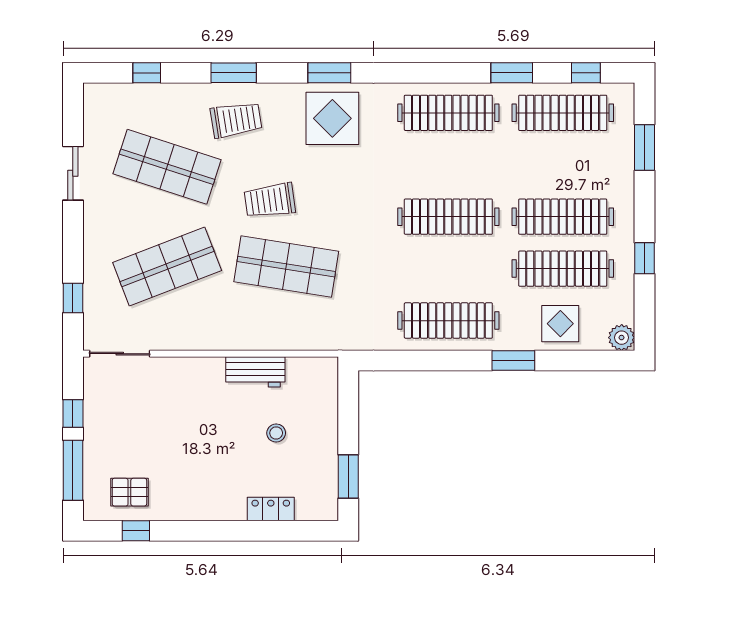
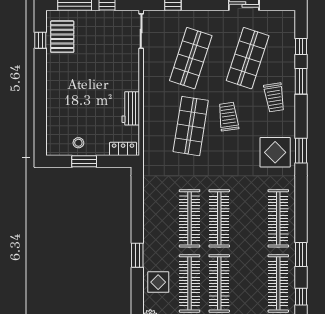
window: (234, 73) -> (301, 81), moved
shop shelf: (167, 267) -> (191, 58), turned 39
clothes rail: (448, 321) -> (190, 218), moved
stool: (276, 433) -> (78, 143), moved
window: (348, 476) -> (84, 161), moved
pallet: (129, 492) -> (62, 37), width x1.50, depth x1.42
locker: (271, 509) -> (123, 149), moved, turned -90

